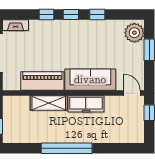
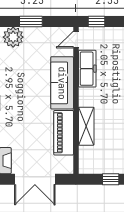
freezer: (86, 104) -> (87, 69), moved

